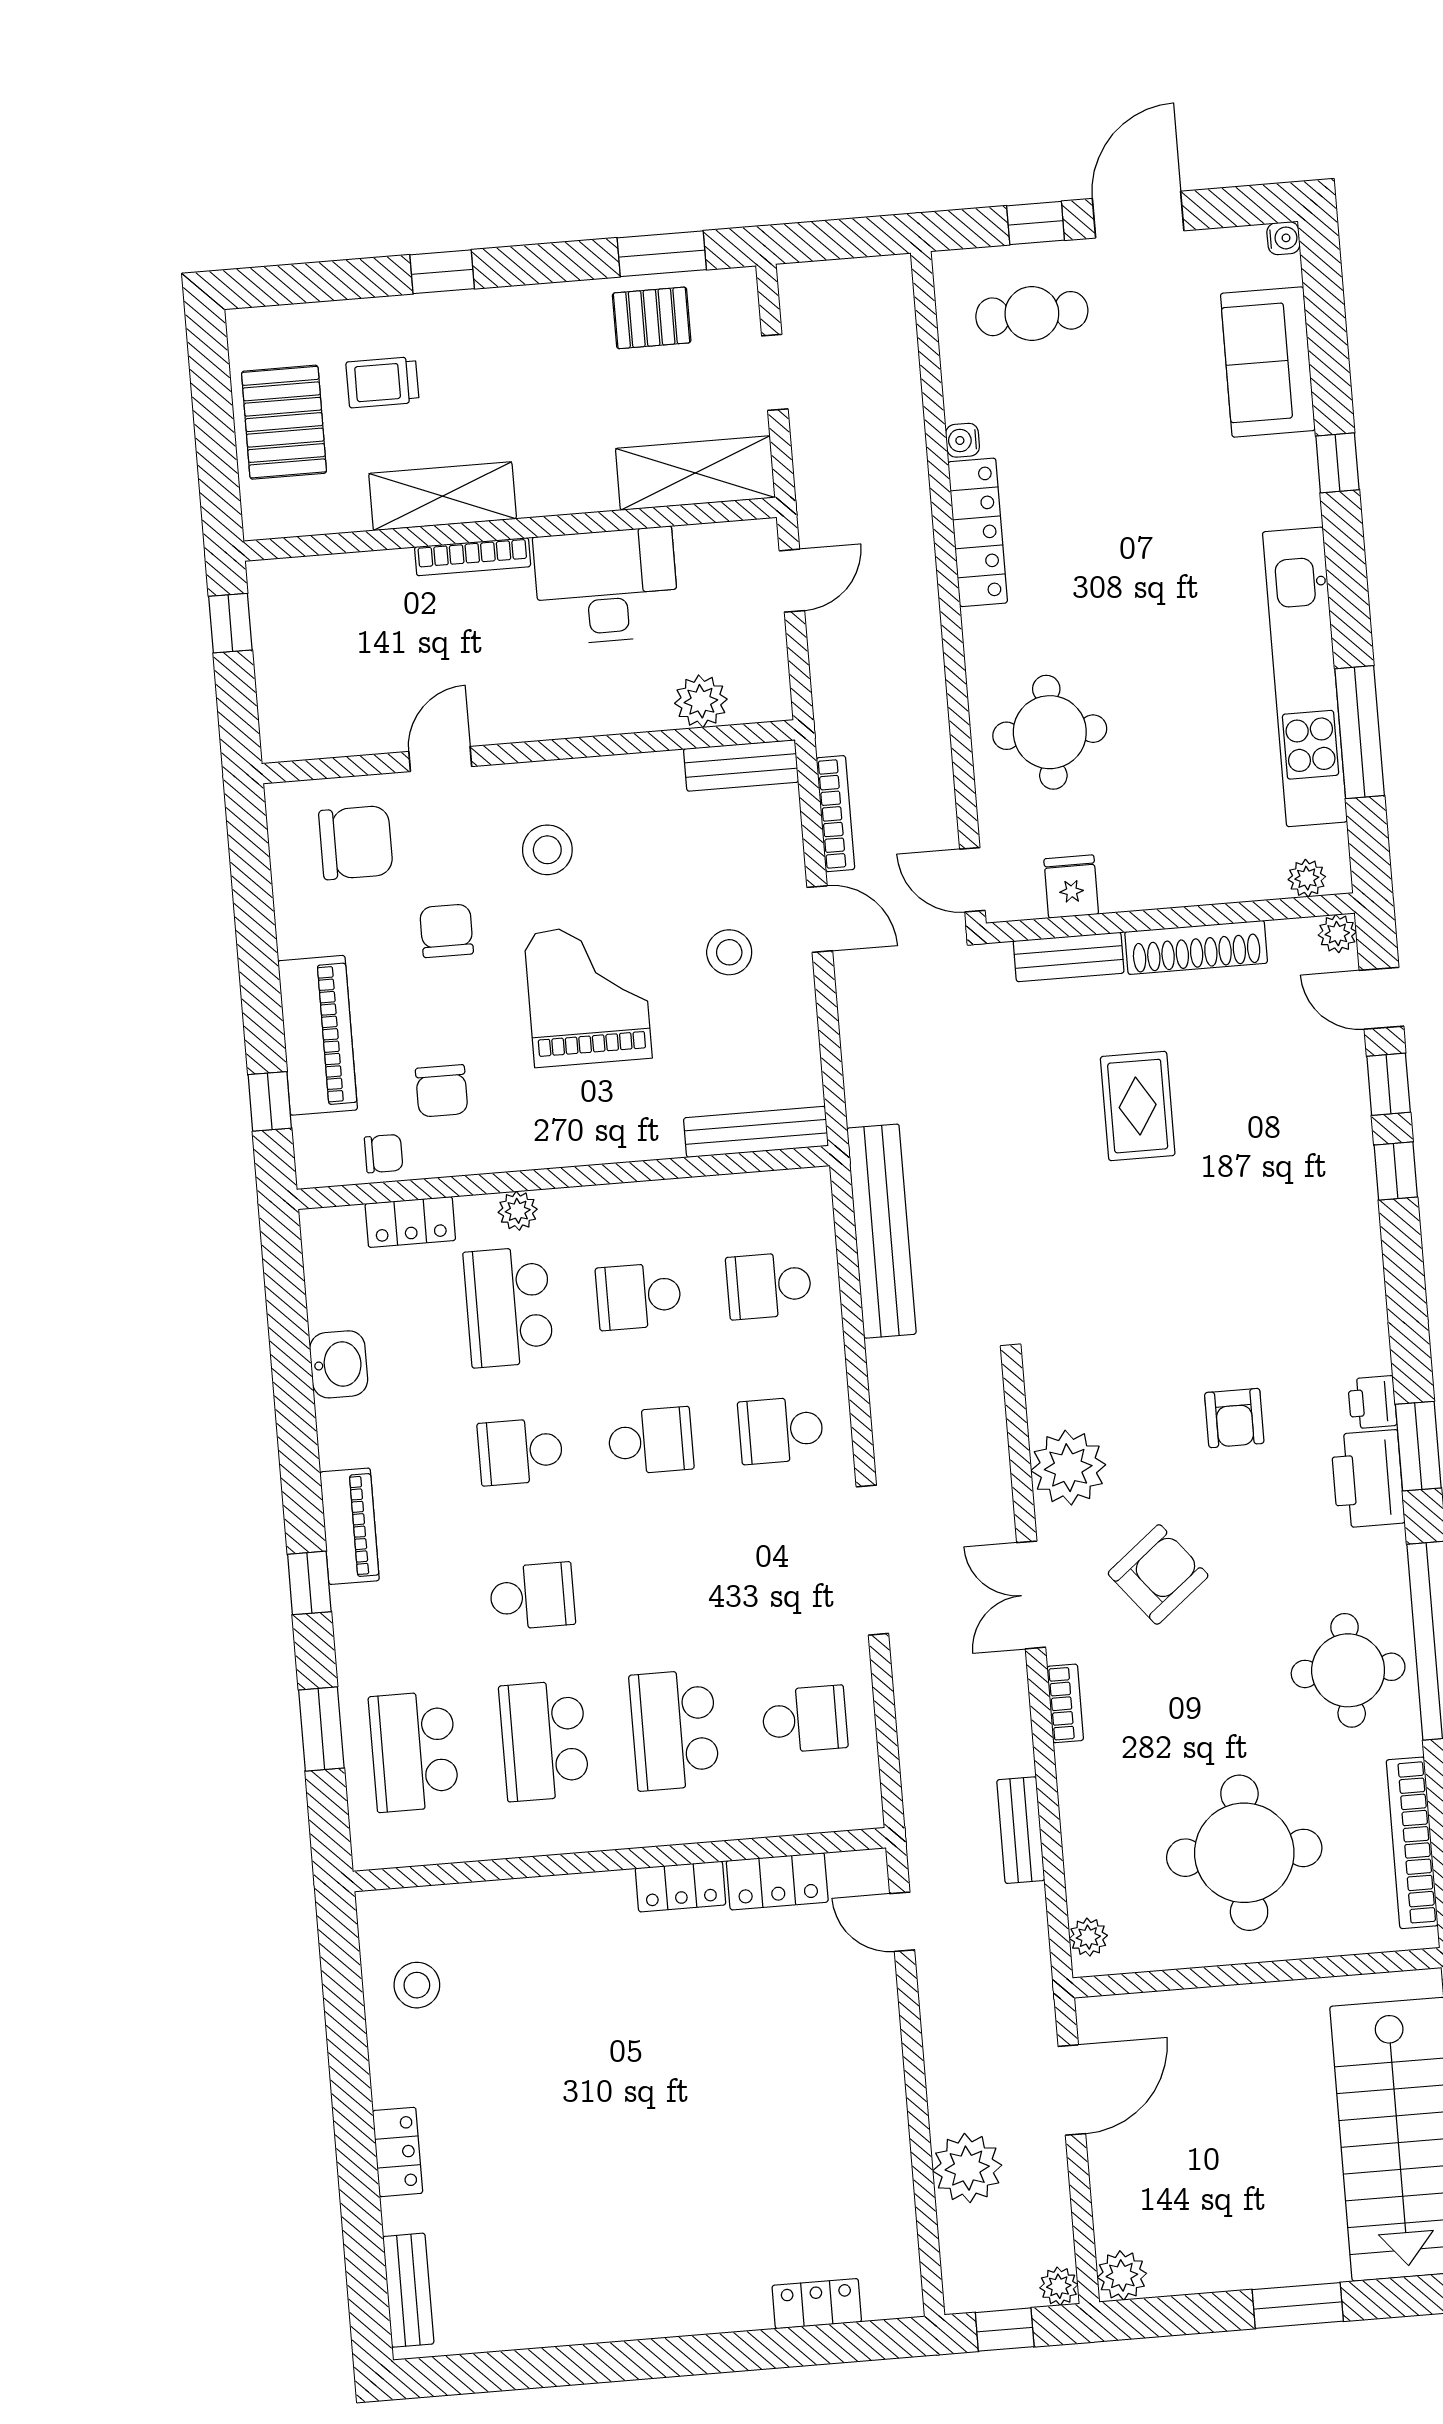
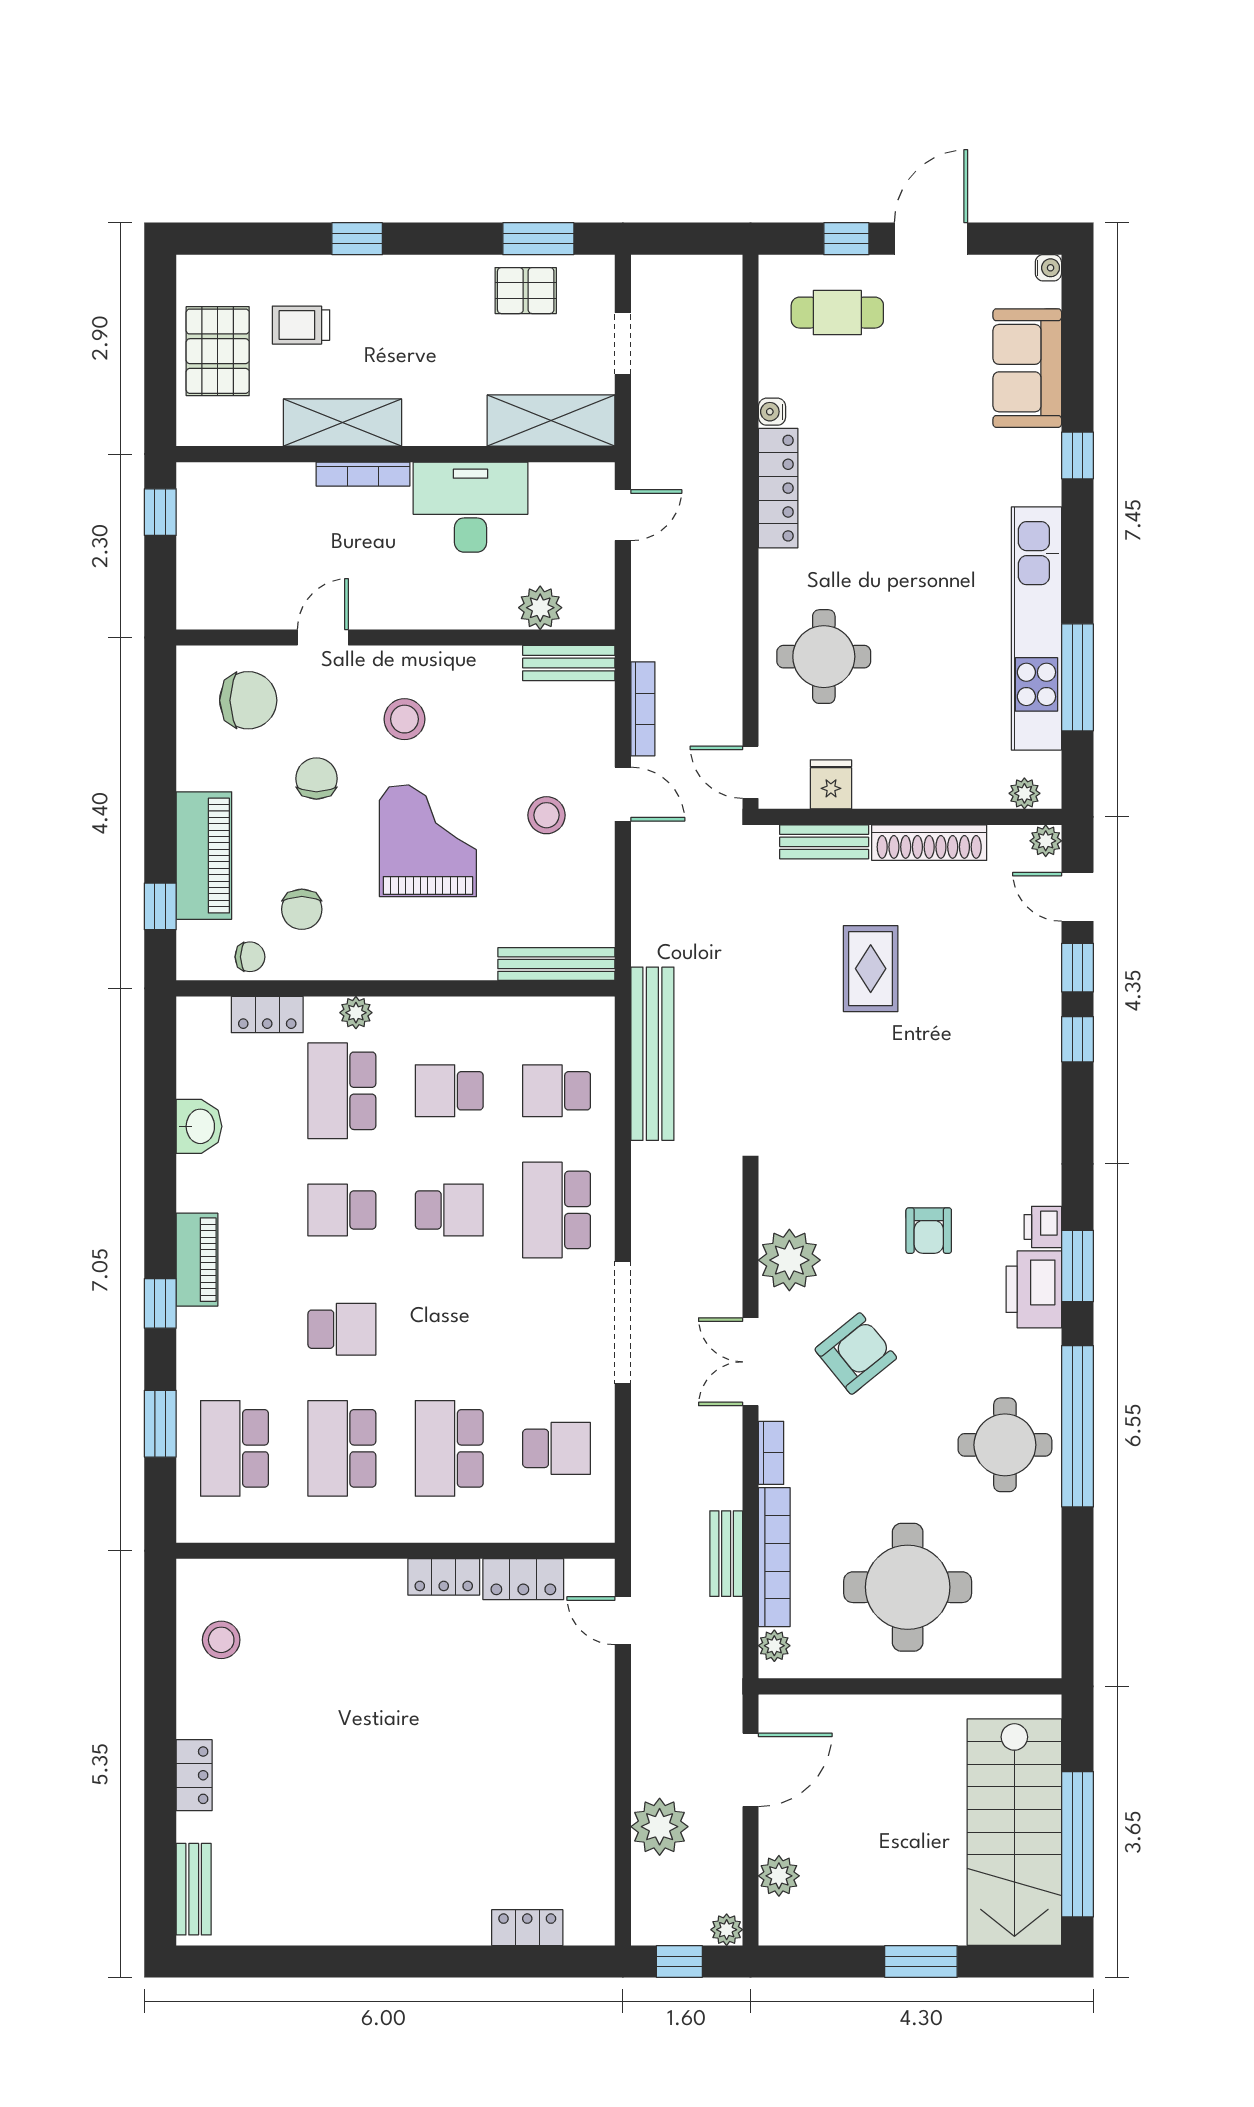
school desk: (781, 1430) -> (557, 1210), width x1.85
bookcase: (1412, 1843) -> (774, 1557), moved, turned 180
plant: (1122, 2275) -> (779, 1876), moved

